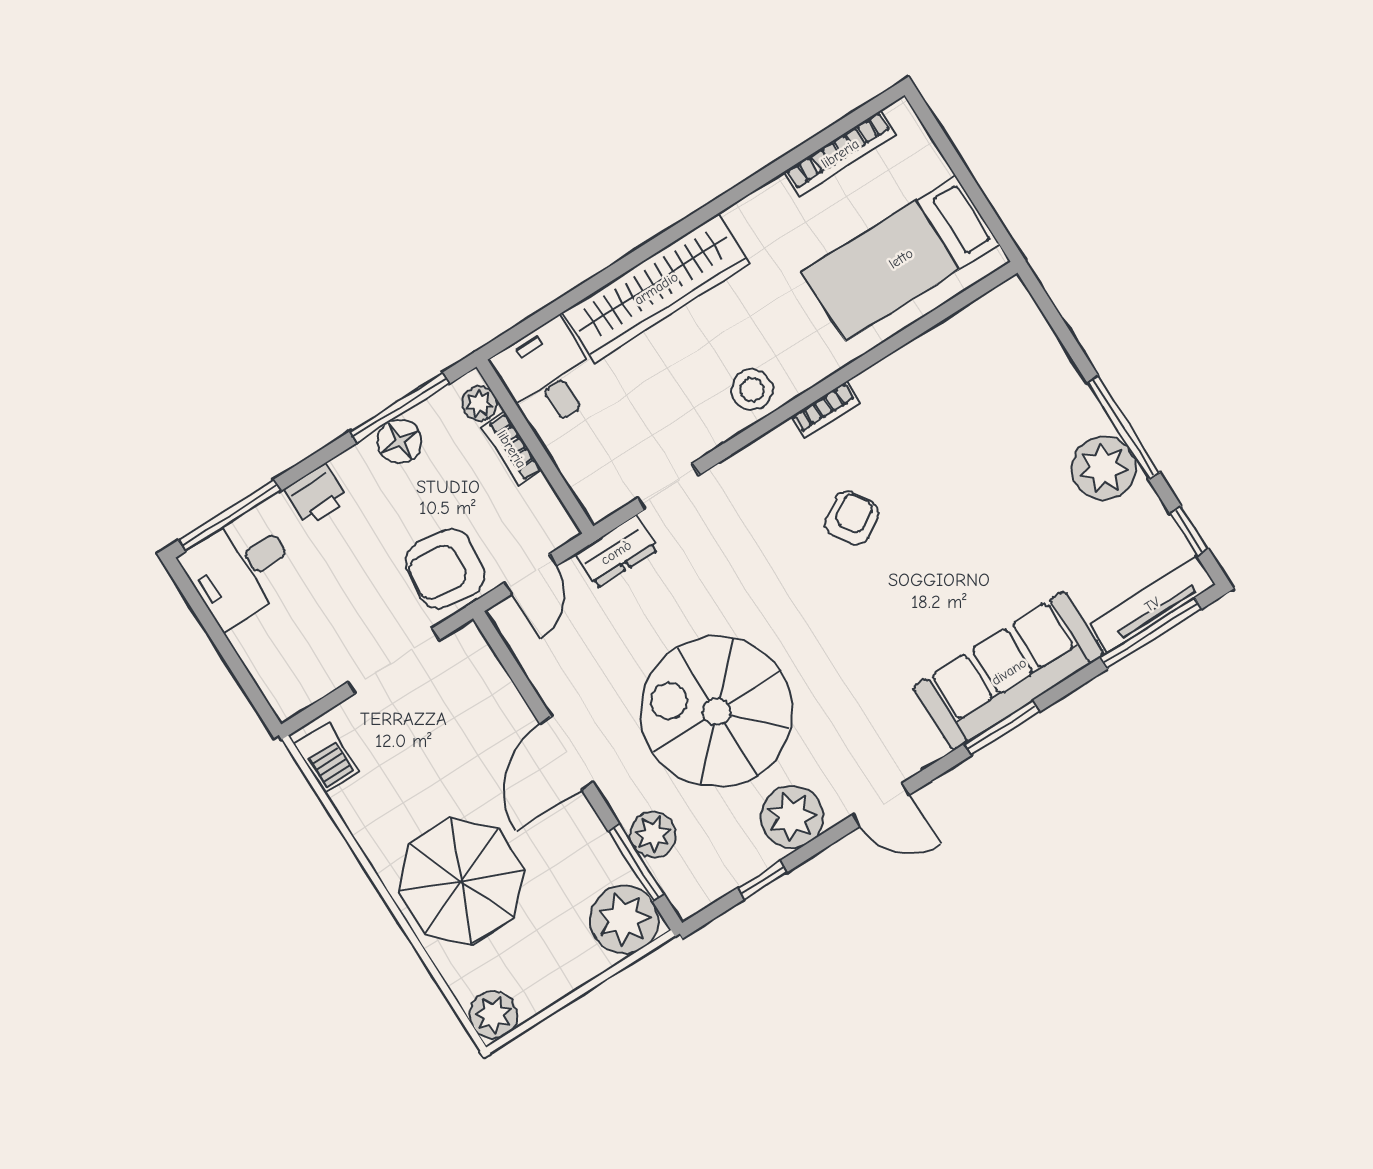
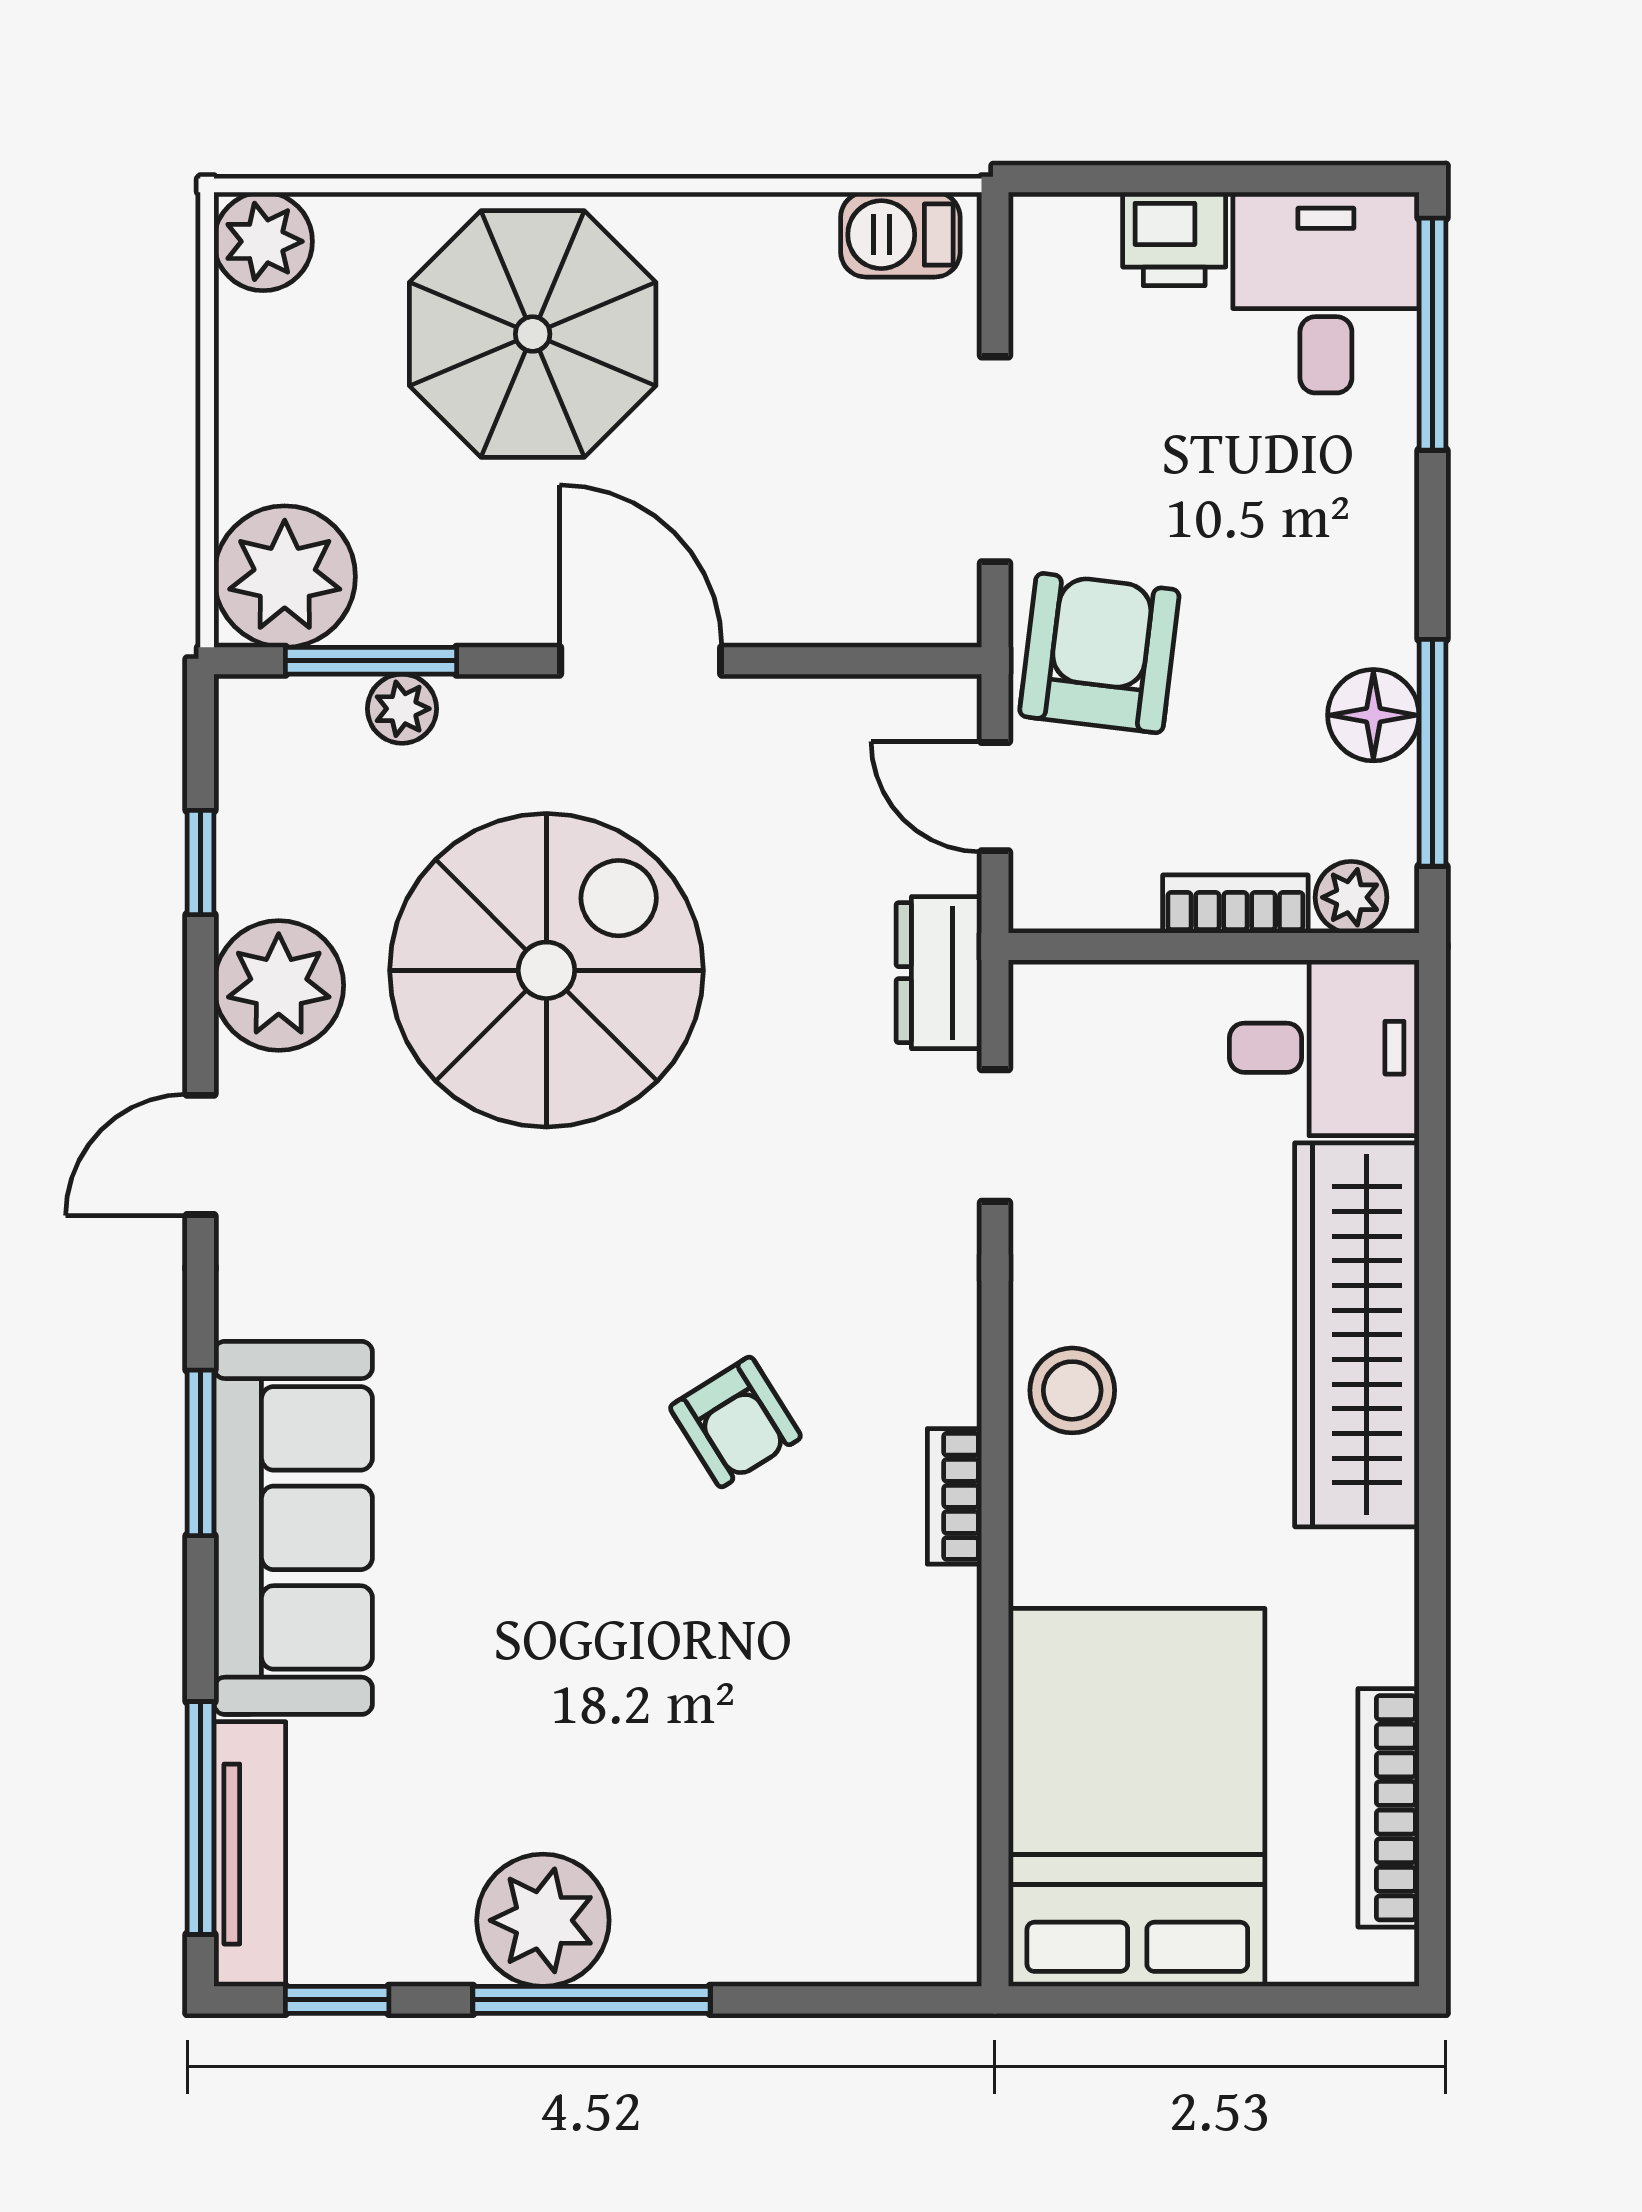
bed: (901, 258) -> (1137, 1797), width x1.50
printer: (316, 495) -> (1174, 239), moved, turned -90
plant: (653, 835) -> (402, 709), width x0.73, depth x0.73

